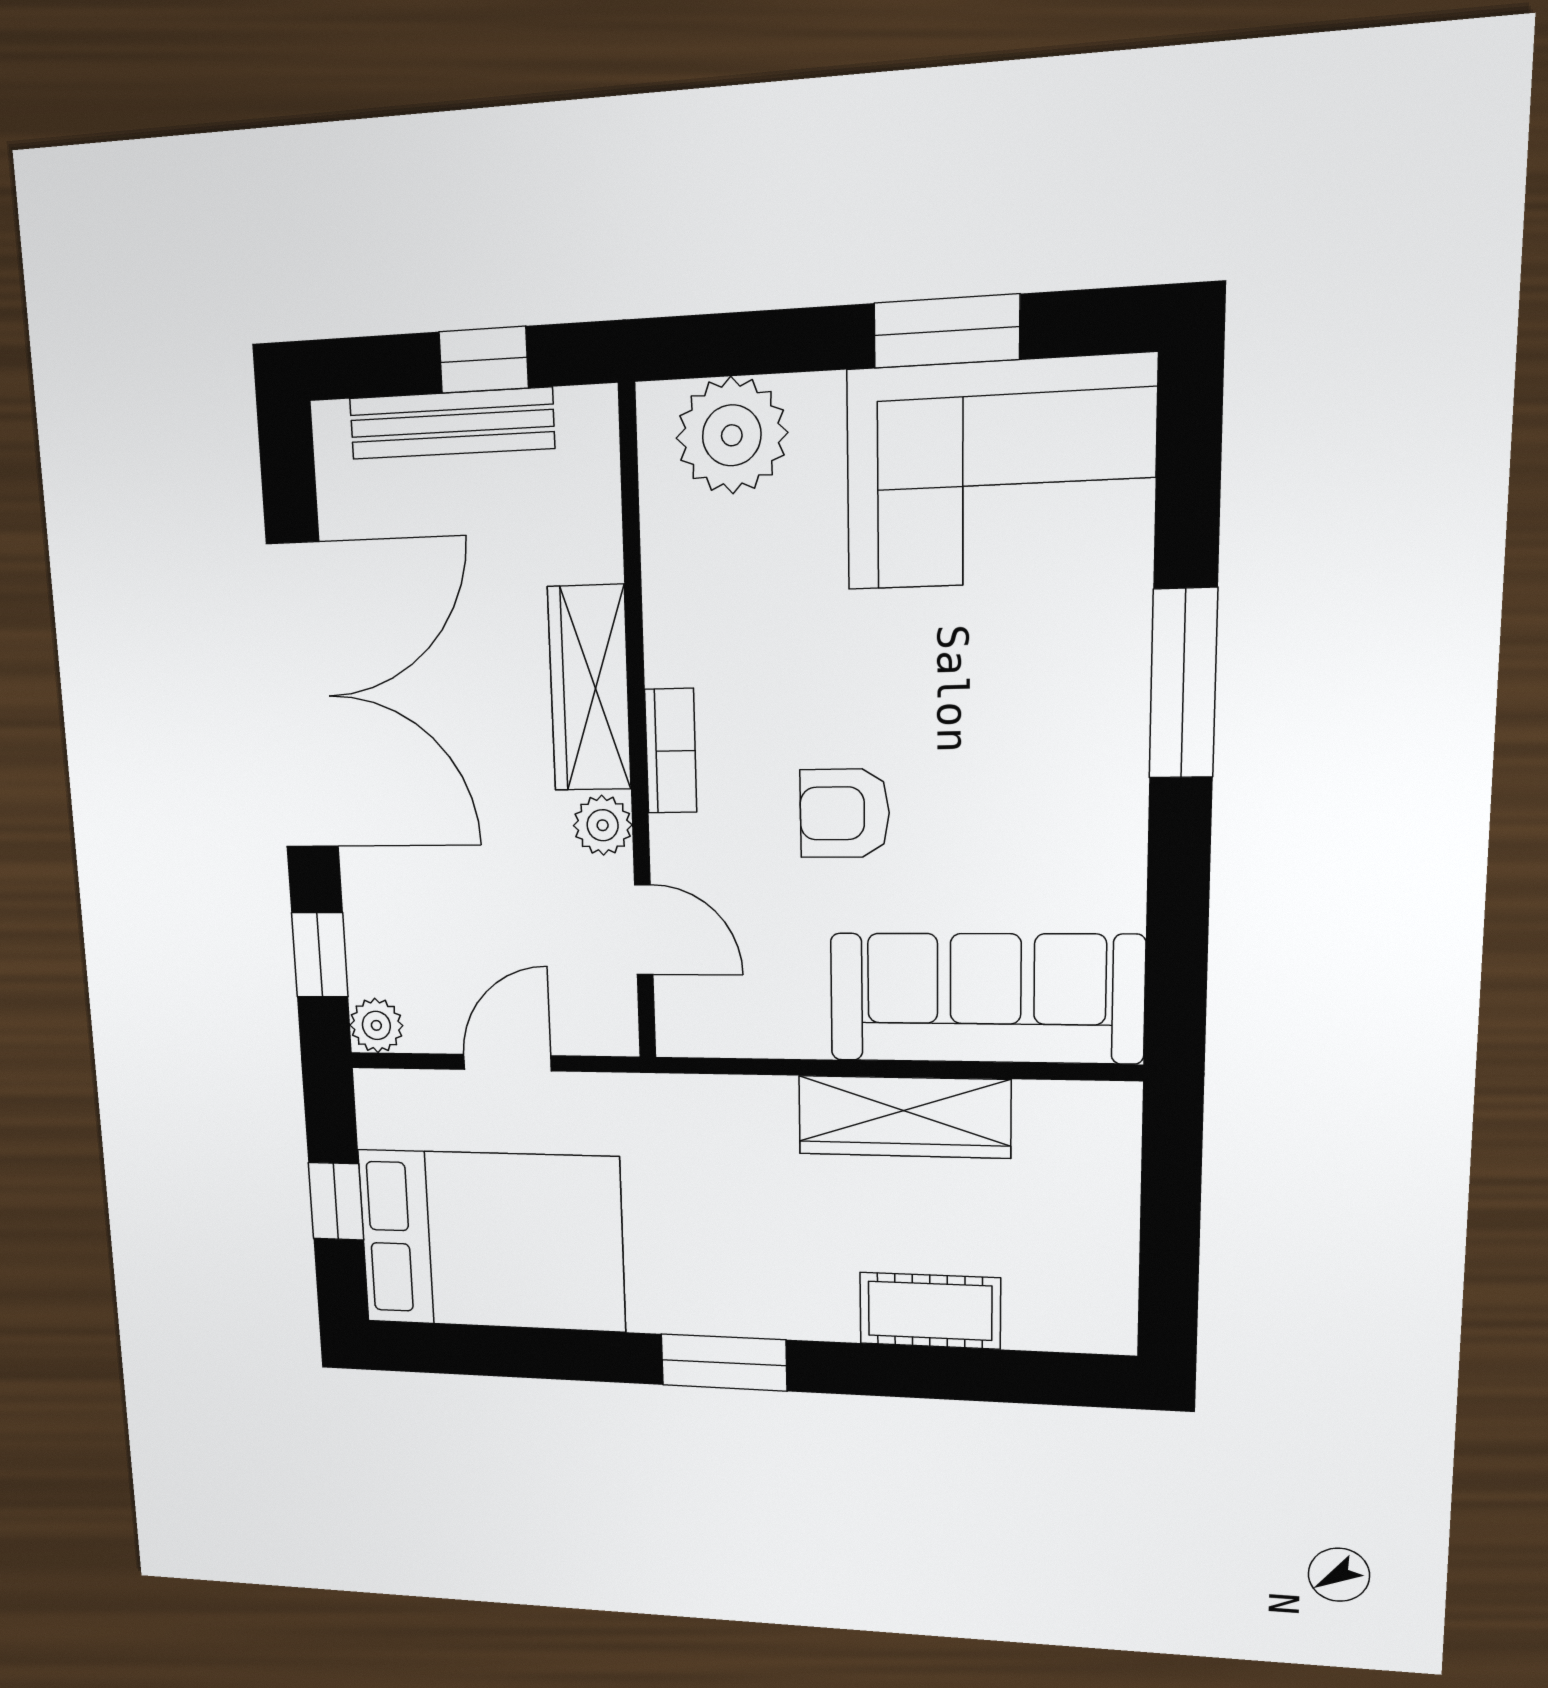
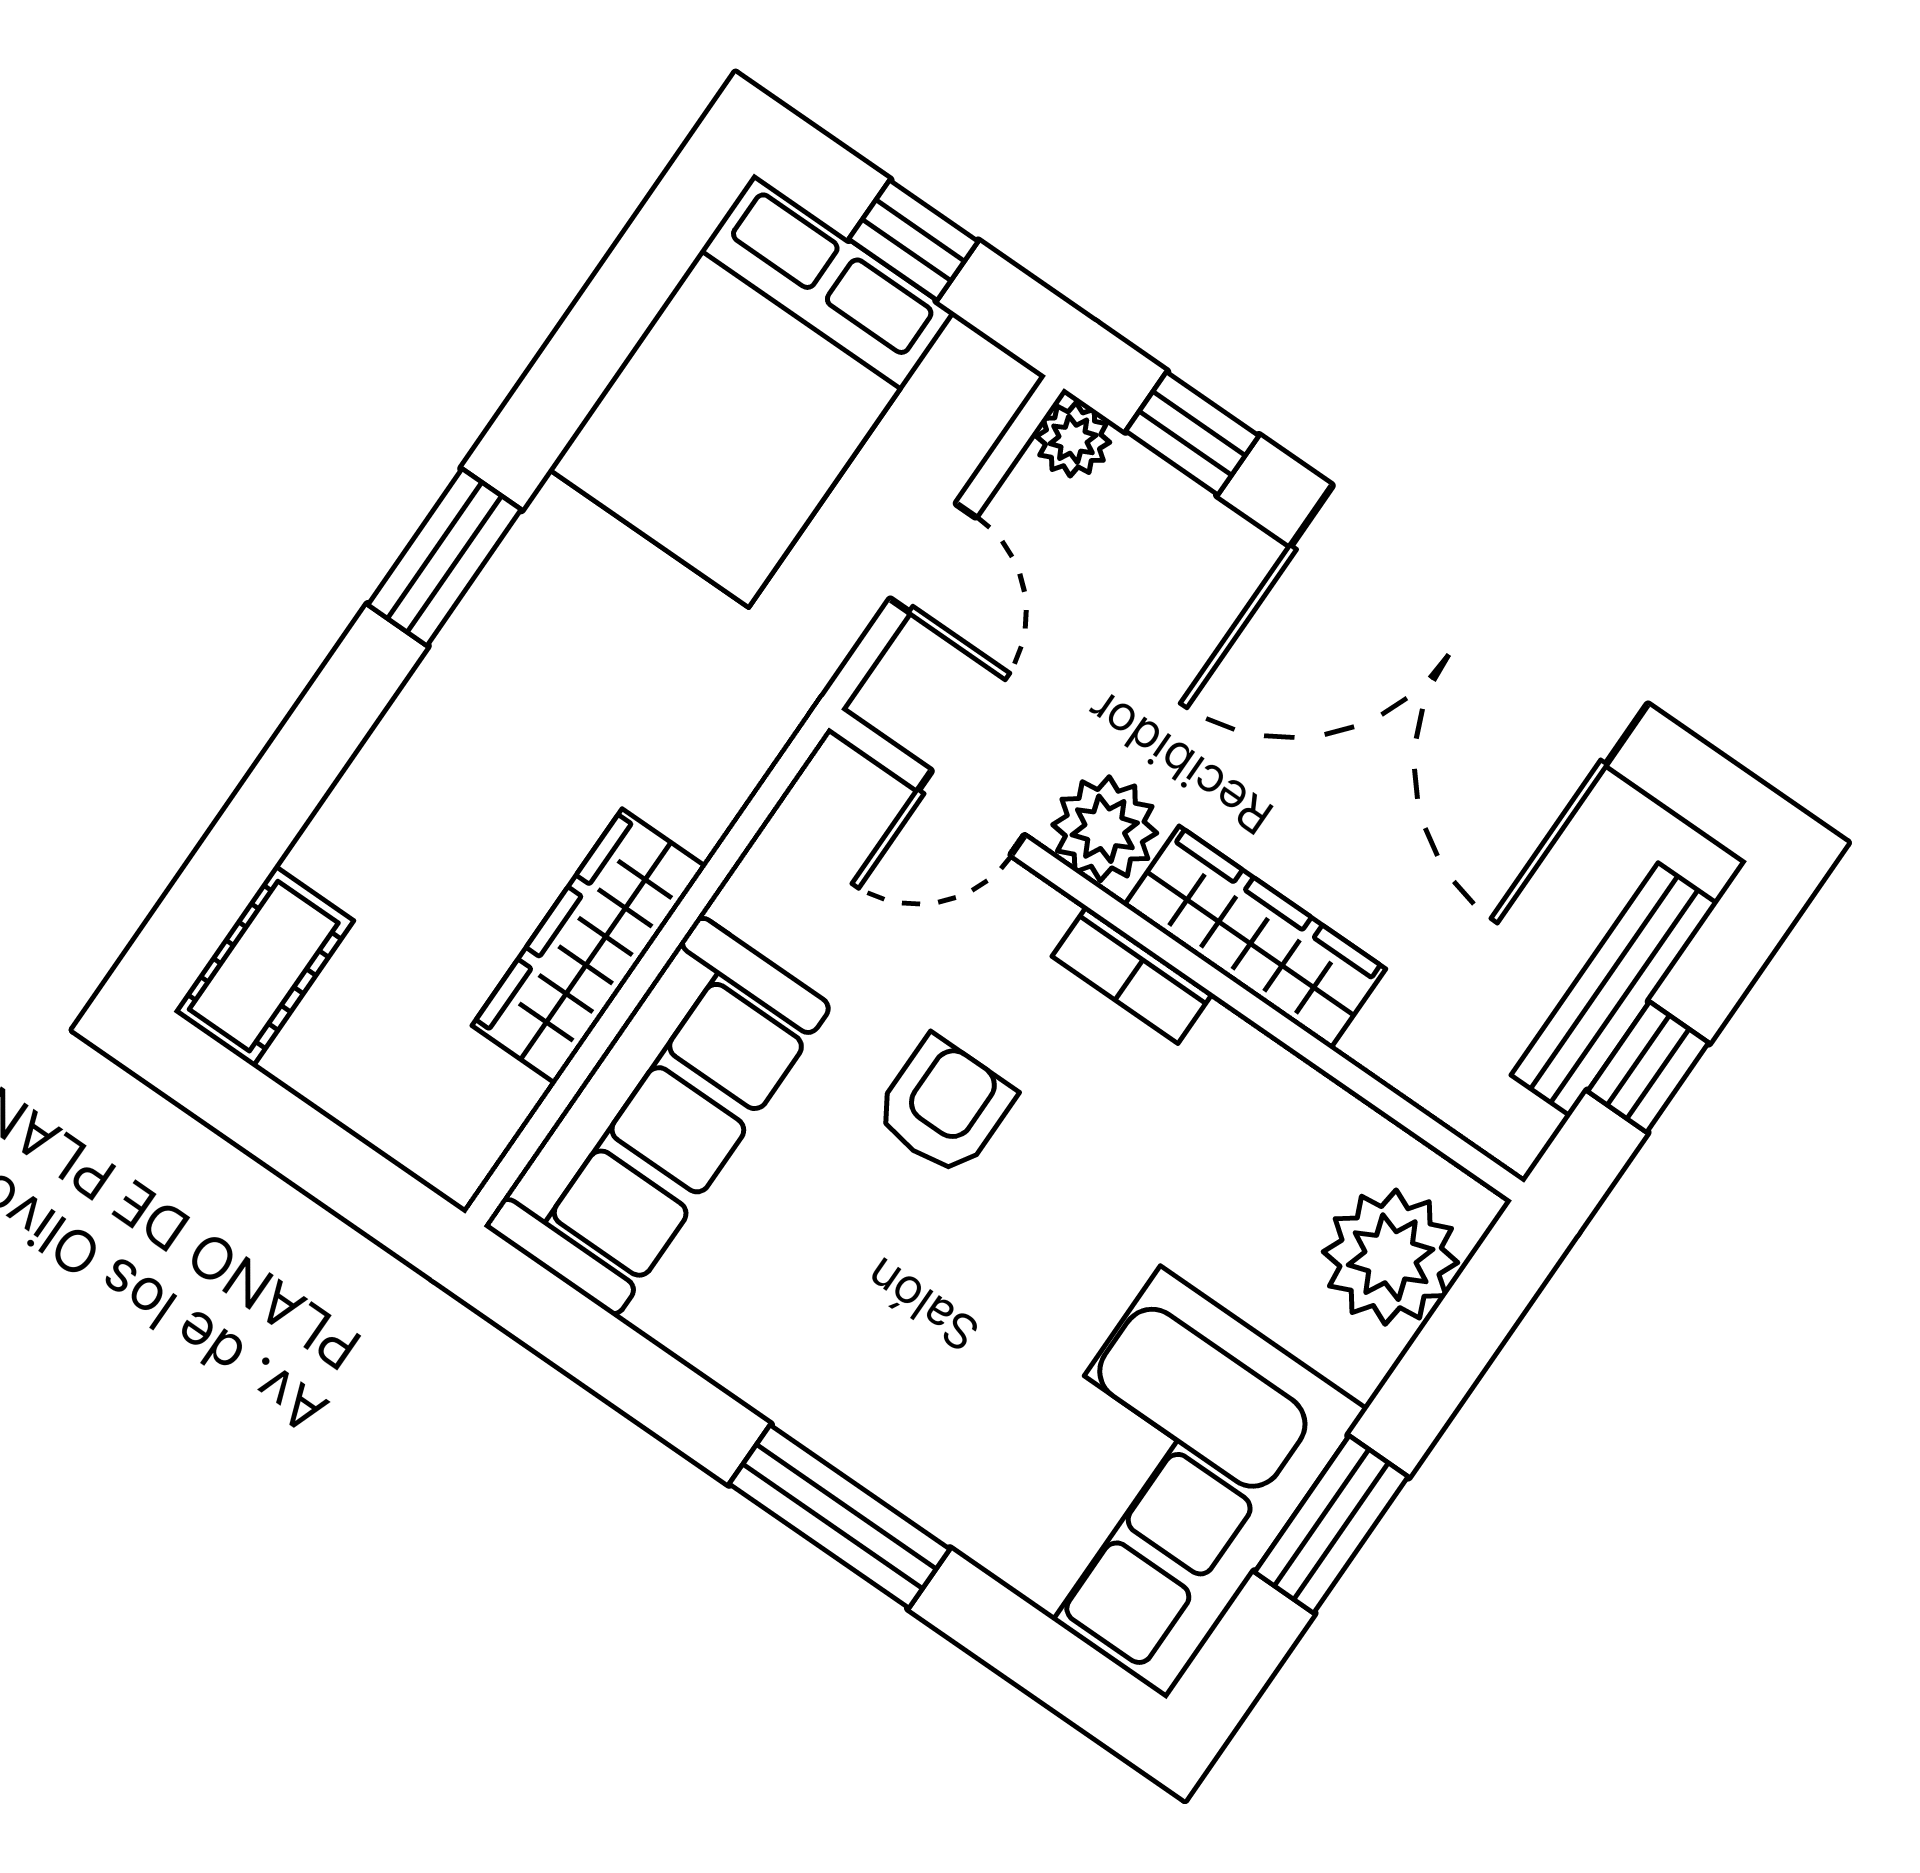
plant: (603, 825) -> (1105, 829), width x1.38, depth x1.38
cot: (930, 1311) -> (264, 966), moved

